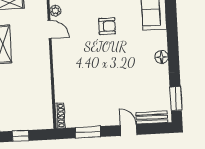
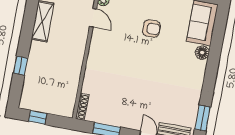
floor lamp: (162, 57) -> (202, 53), moved

